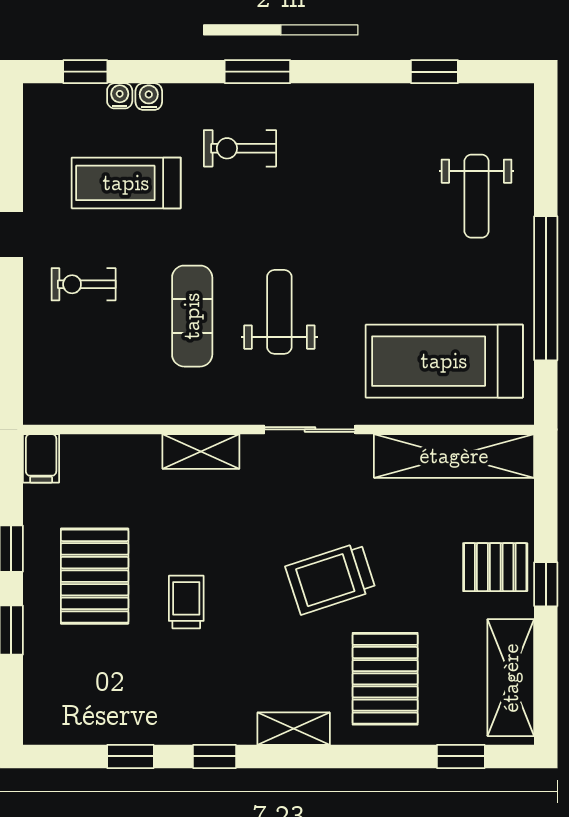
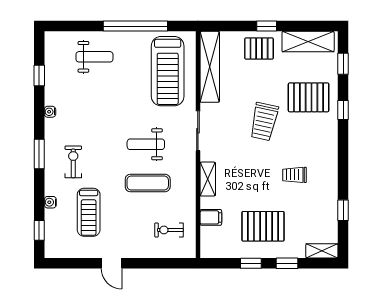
water cooler: (120, 96) -> (50, 112), moved
exercise bike: (240, 148) -> (73, 162), turned 180
exercise bike: (84, 284) -> (169, 230), moved, turned 90
filing cabinet: (41, 458) -> (211, 217), moved
pallet: (495, 567) -> (259, 49), turned 90
trolley: (331, 578) -> (264, 122), turned 30
trolley: (186, 602) -> (294, 175), moved
shelving: (294, 729) -> (322, 251), moved, turned 90
window: (214, 756) -> (343, 110), moved

